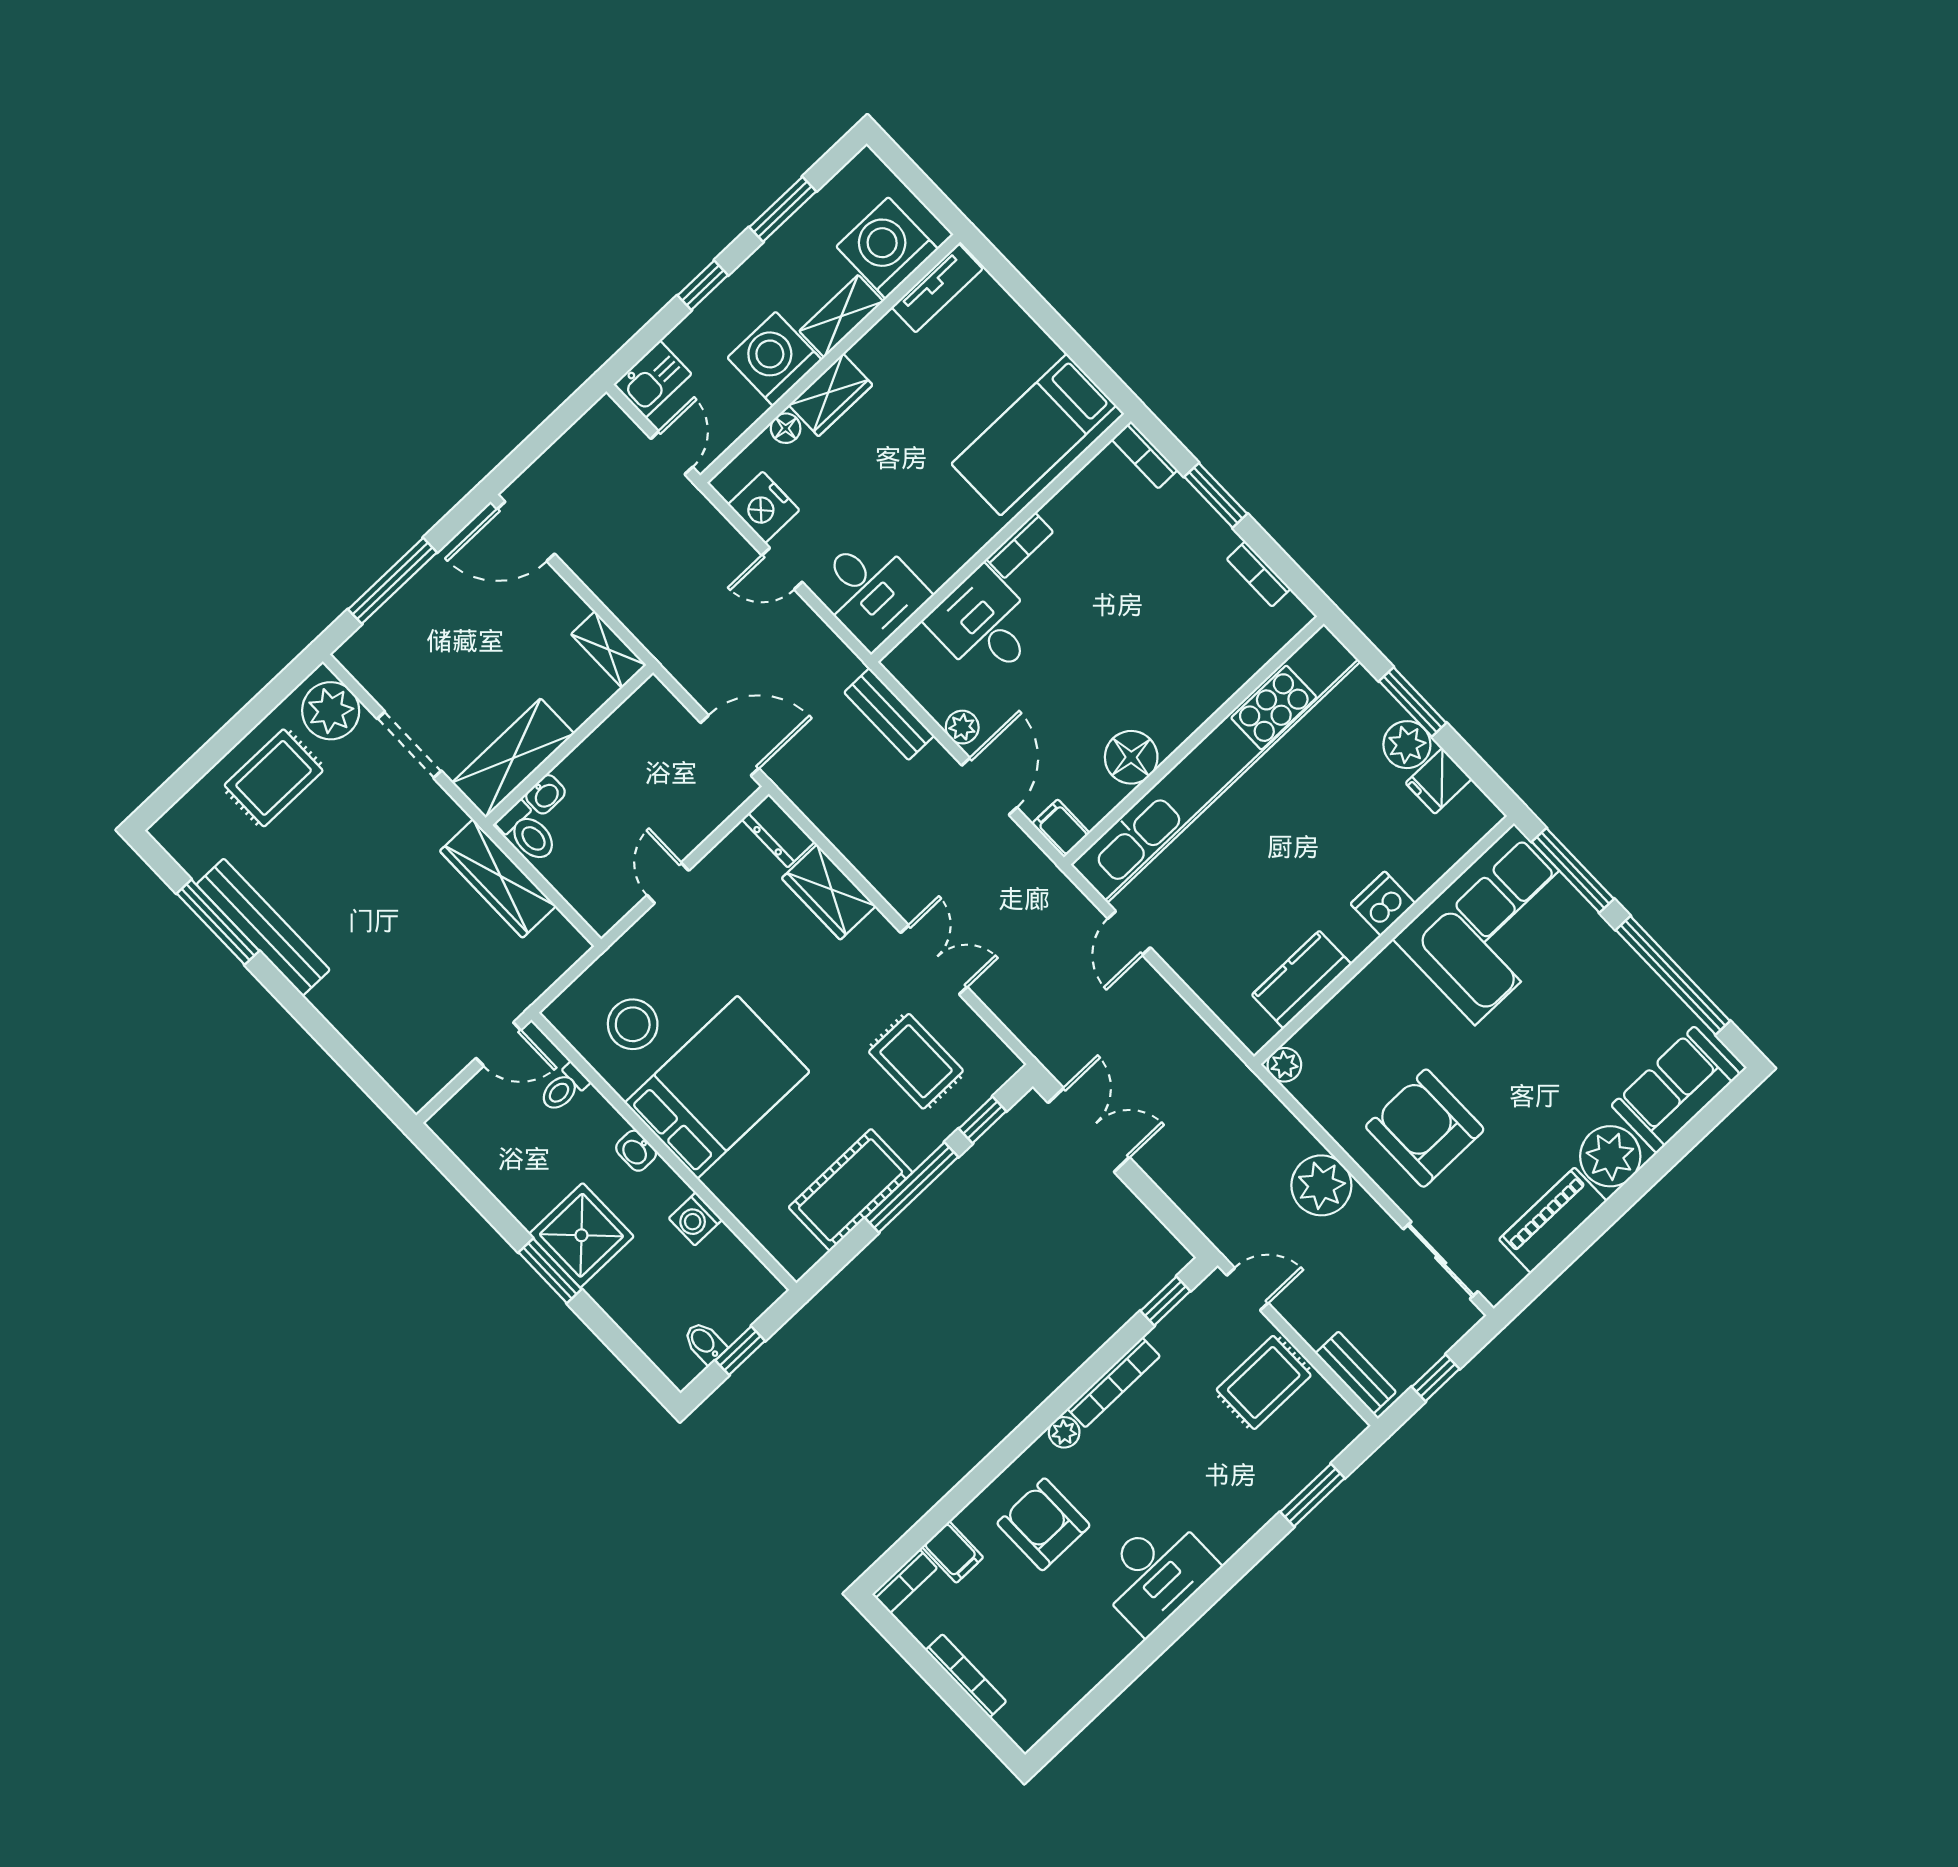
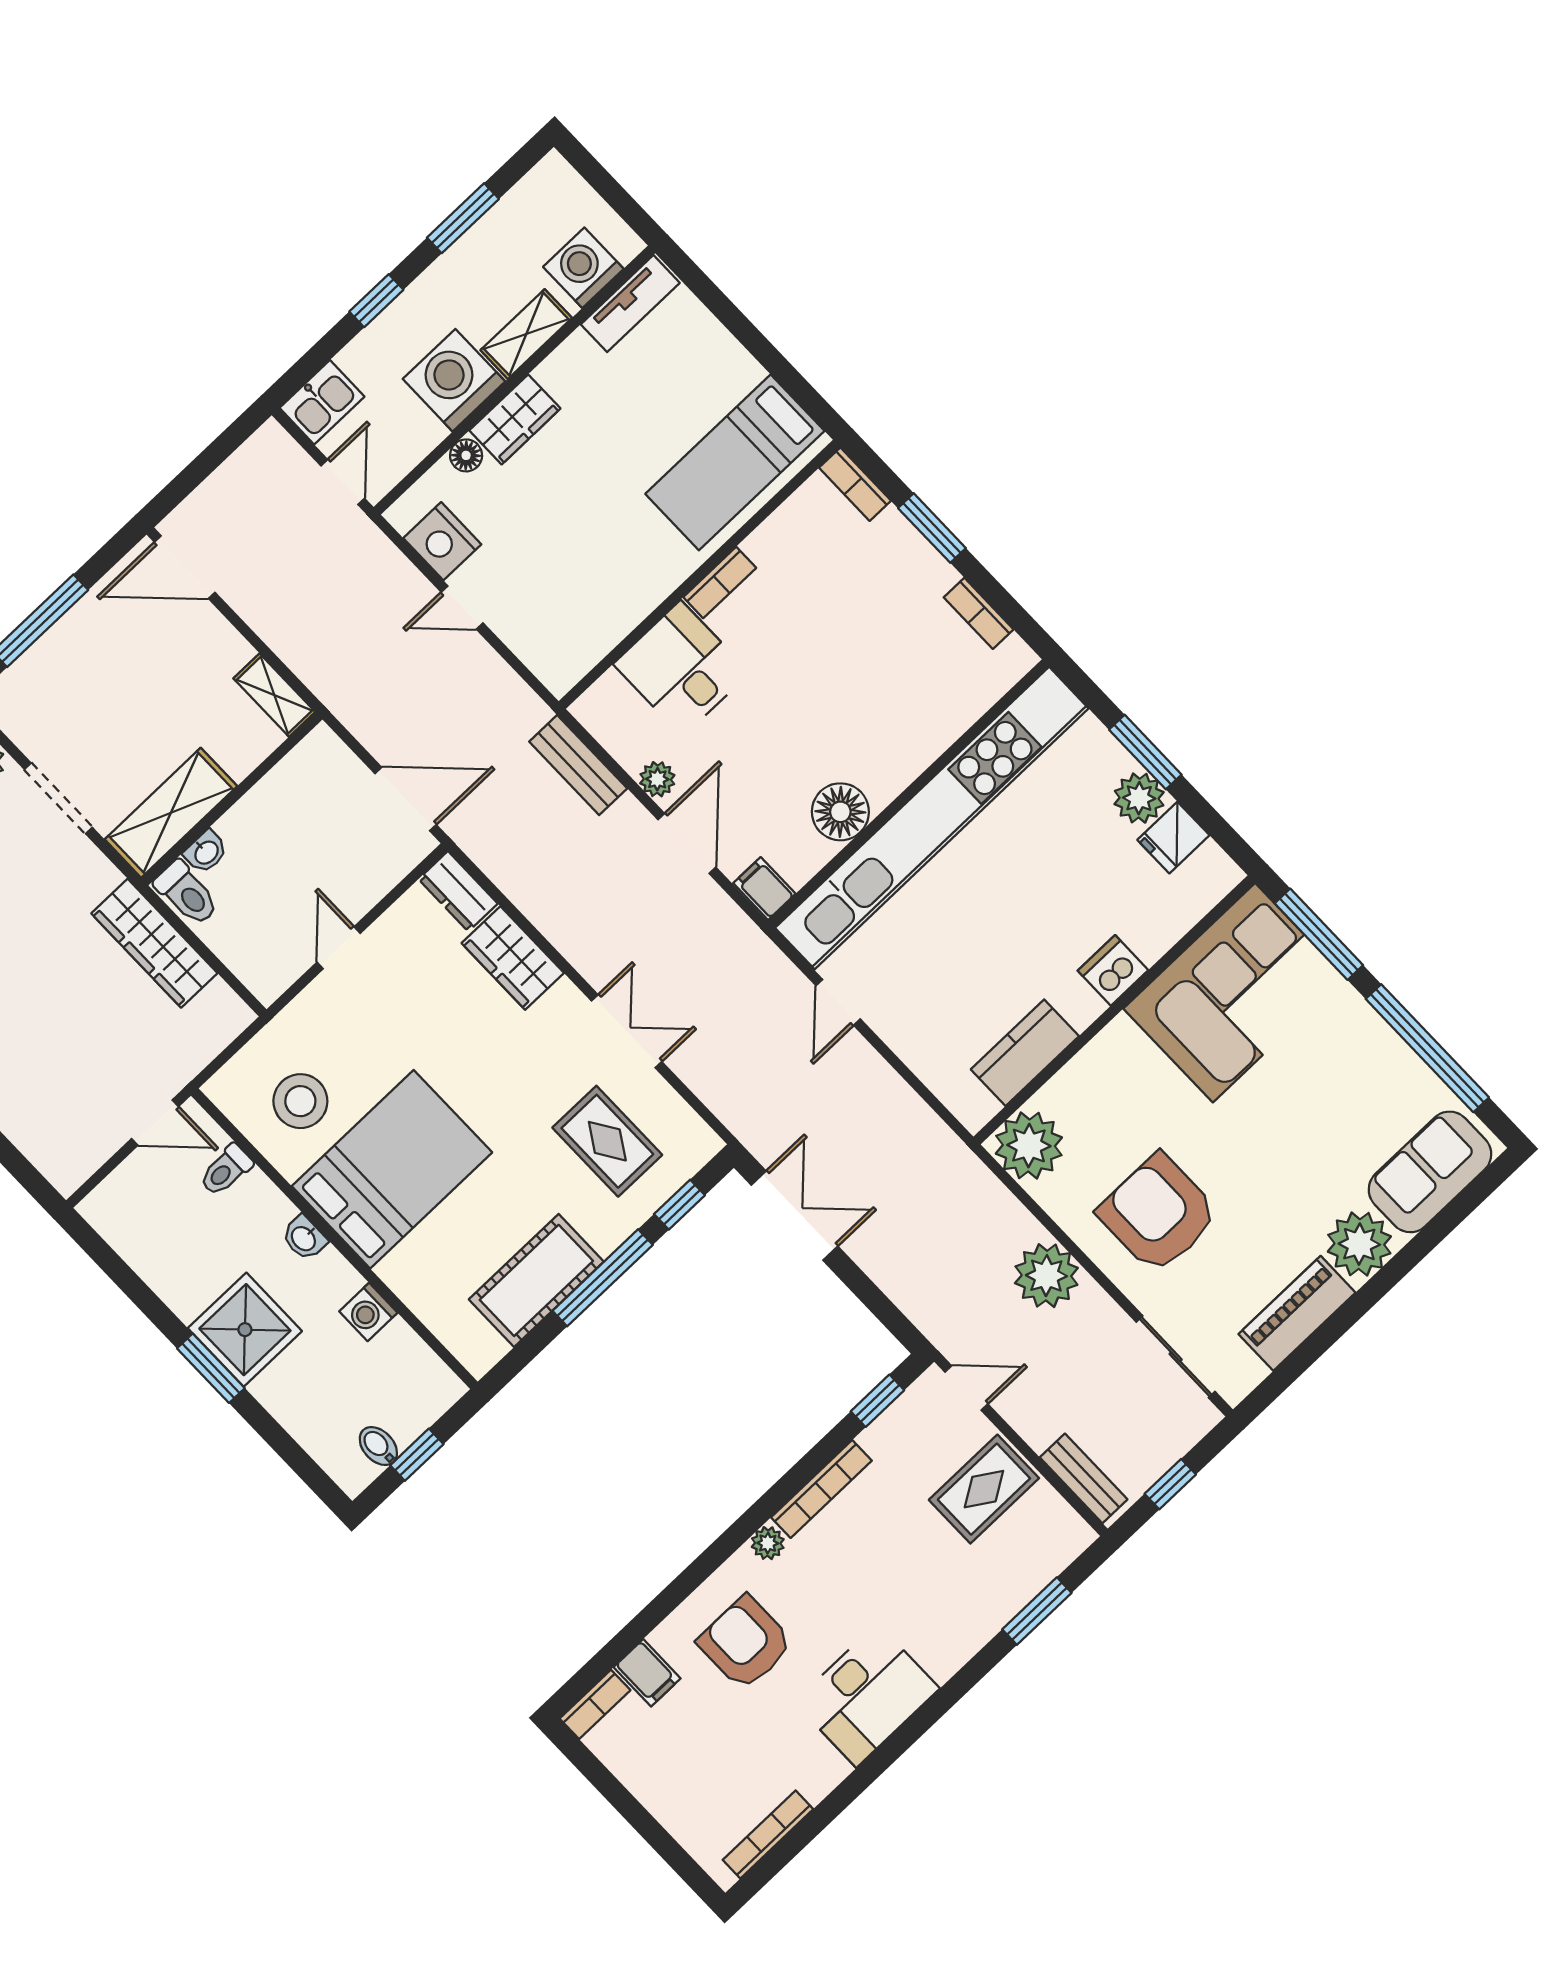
washing machine: (887, 248) -> (583, 268), width x0.73, depth x0.73
desk: (870, 591) -> (558, 632), removed
plant: (1284, 1065) -> (1029, 1146), width x1.87, depth x1.87
bookcase: (966, 1676) -> (768, 1834), moved, turned -90

